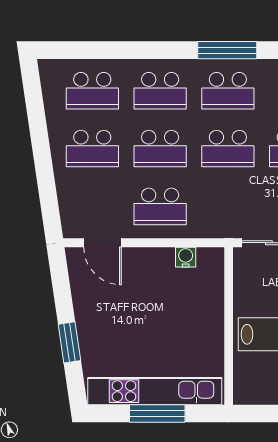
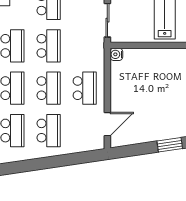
water cooler: (186, 257) -> (116, 54), moved

